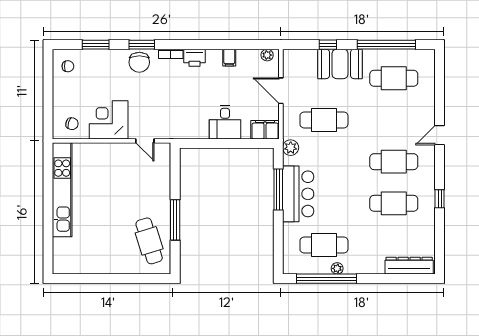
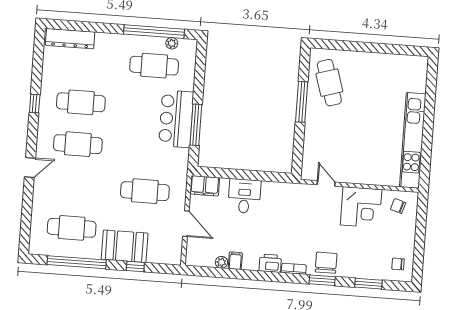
plant: (267, 55) -> (221, 262), moved
plant: (291, 148) -> (180, 166), removed
plant: (337, 268) -> (172, 43), moved

